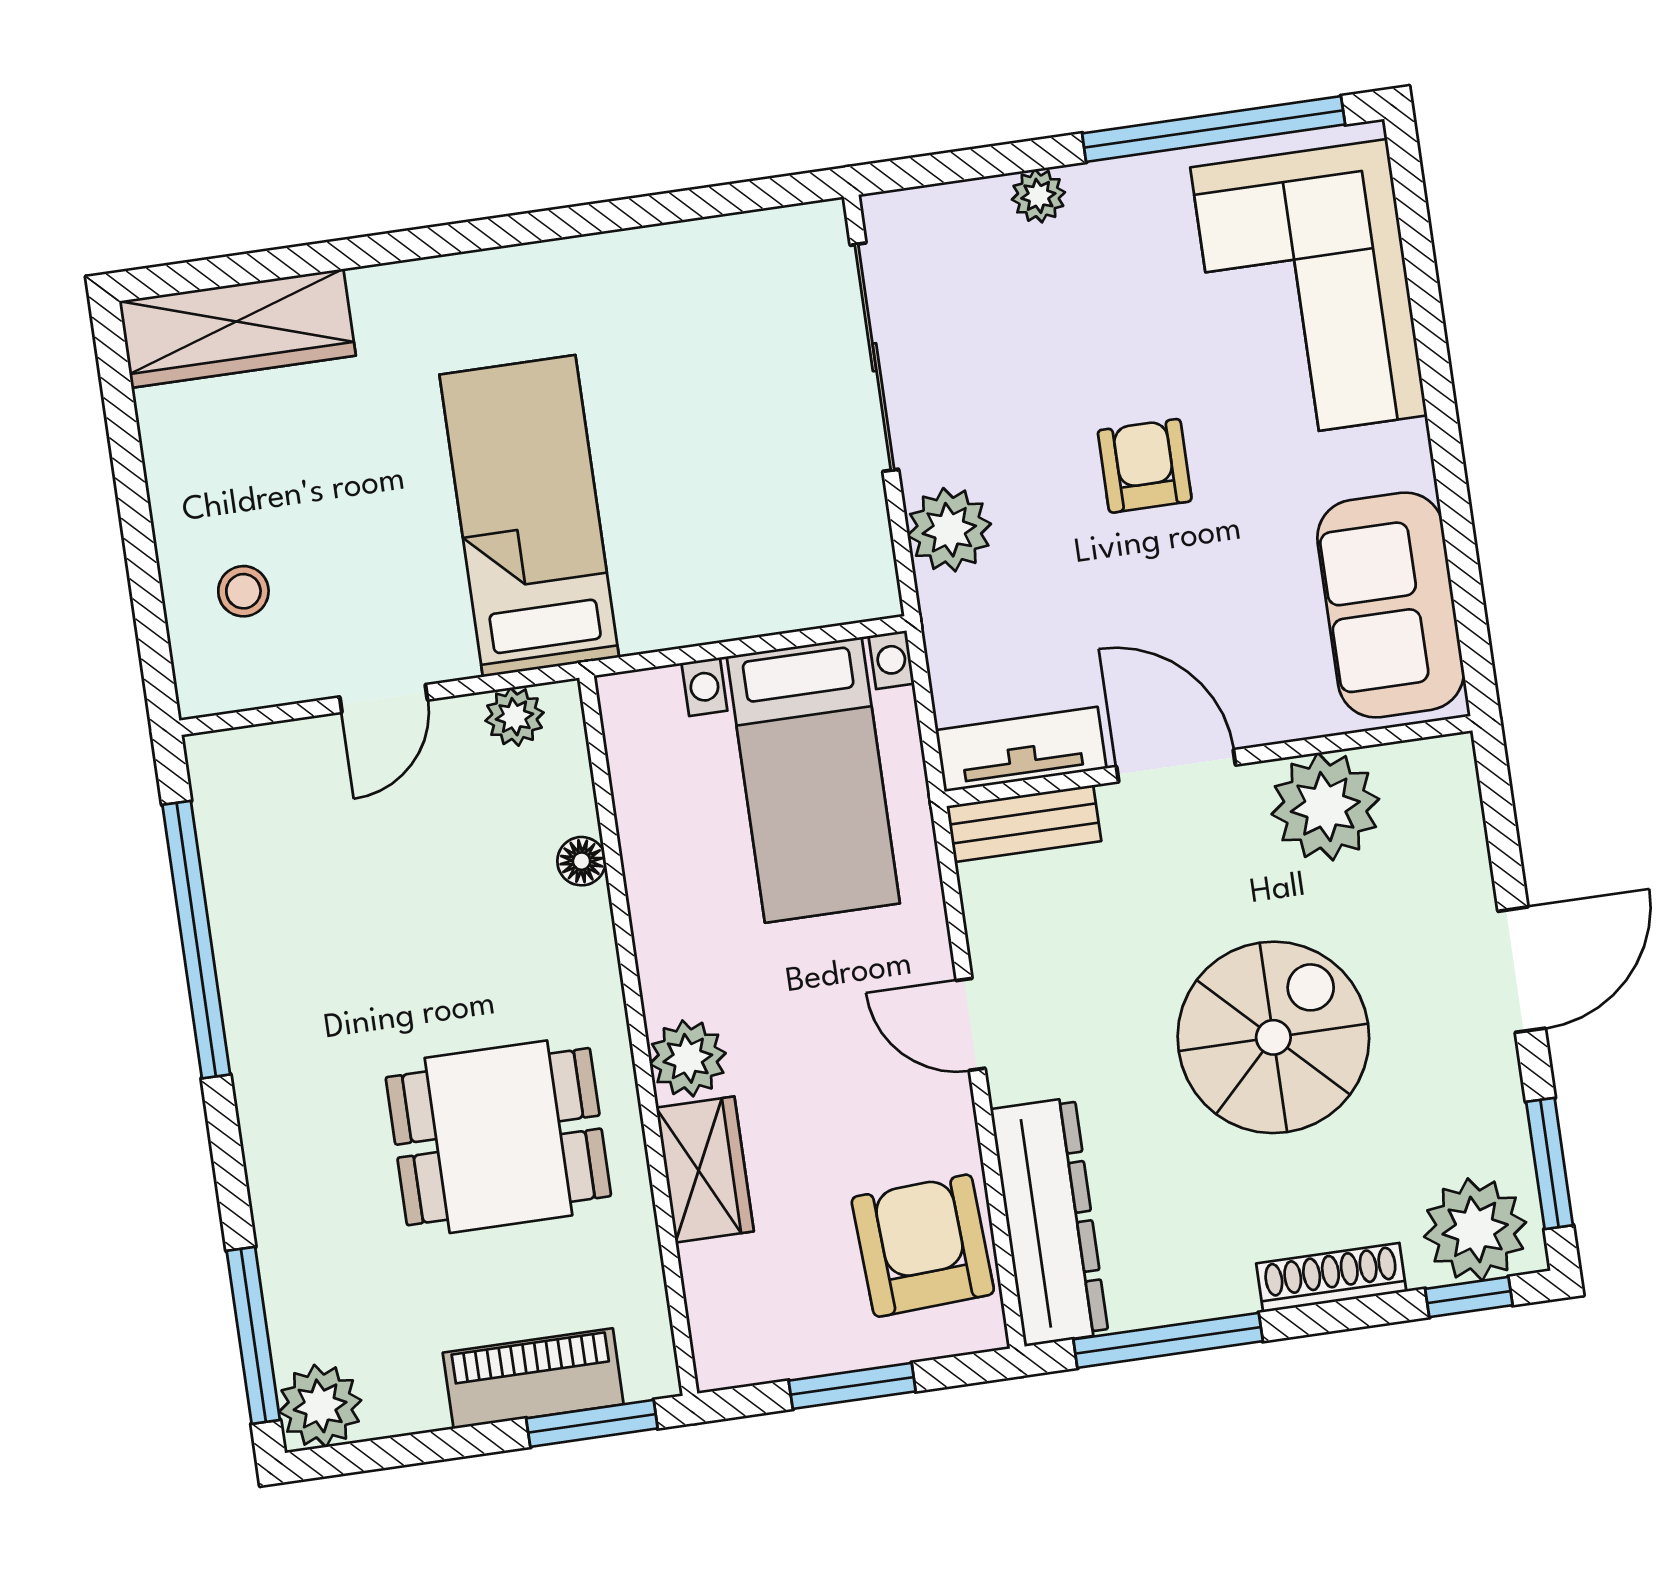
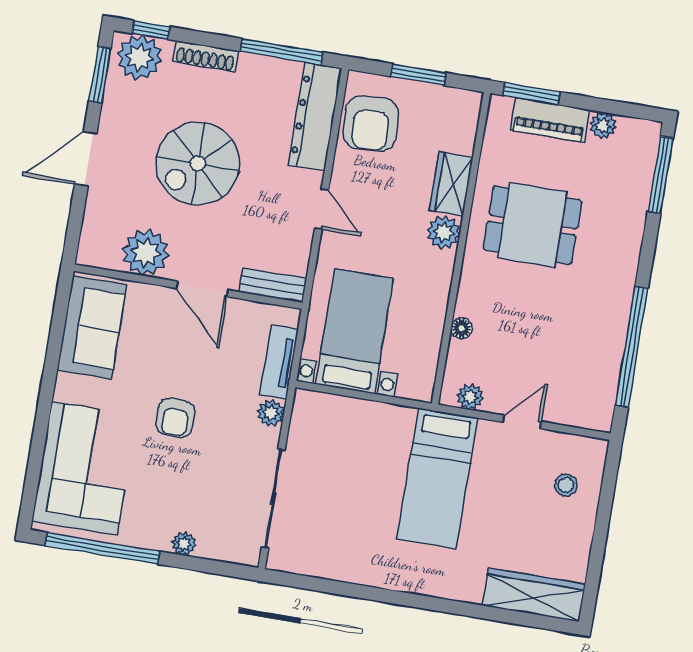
plant: (949, 530) -> (271, 413), width x0.73, depth x0.73
tv unit: (1021, 749) -> (279, 362), moved, turned 90
plant: (320, 1406) -> (603, 125), moved, width x0.73, depth x0.73

